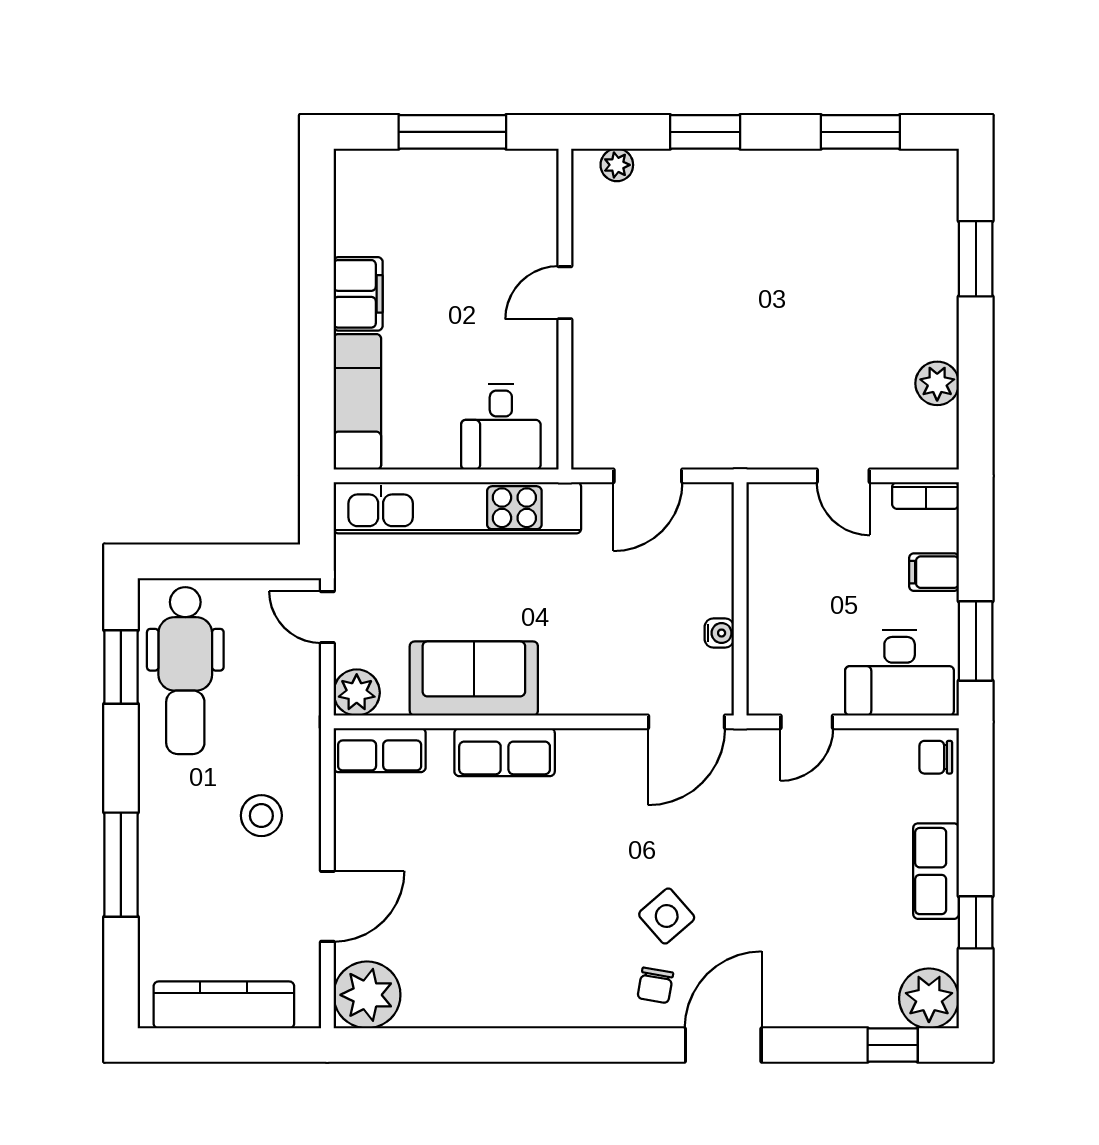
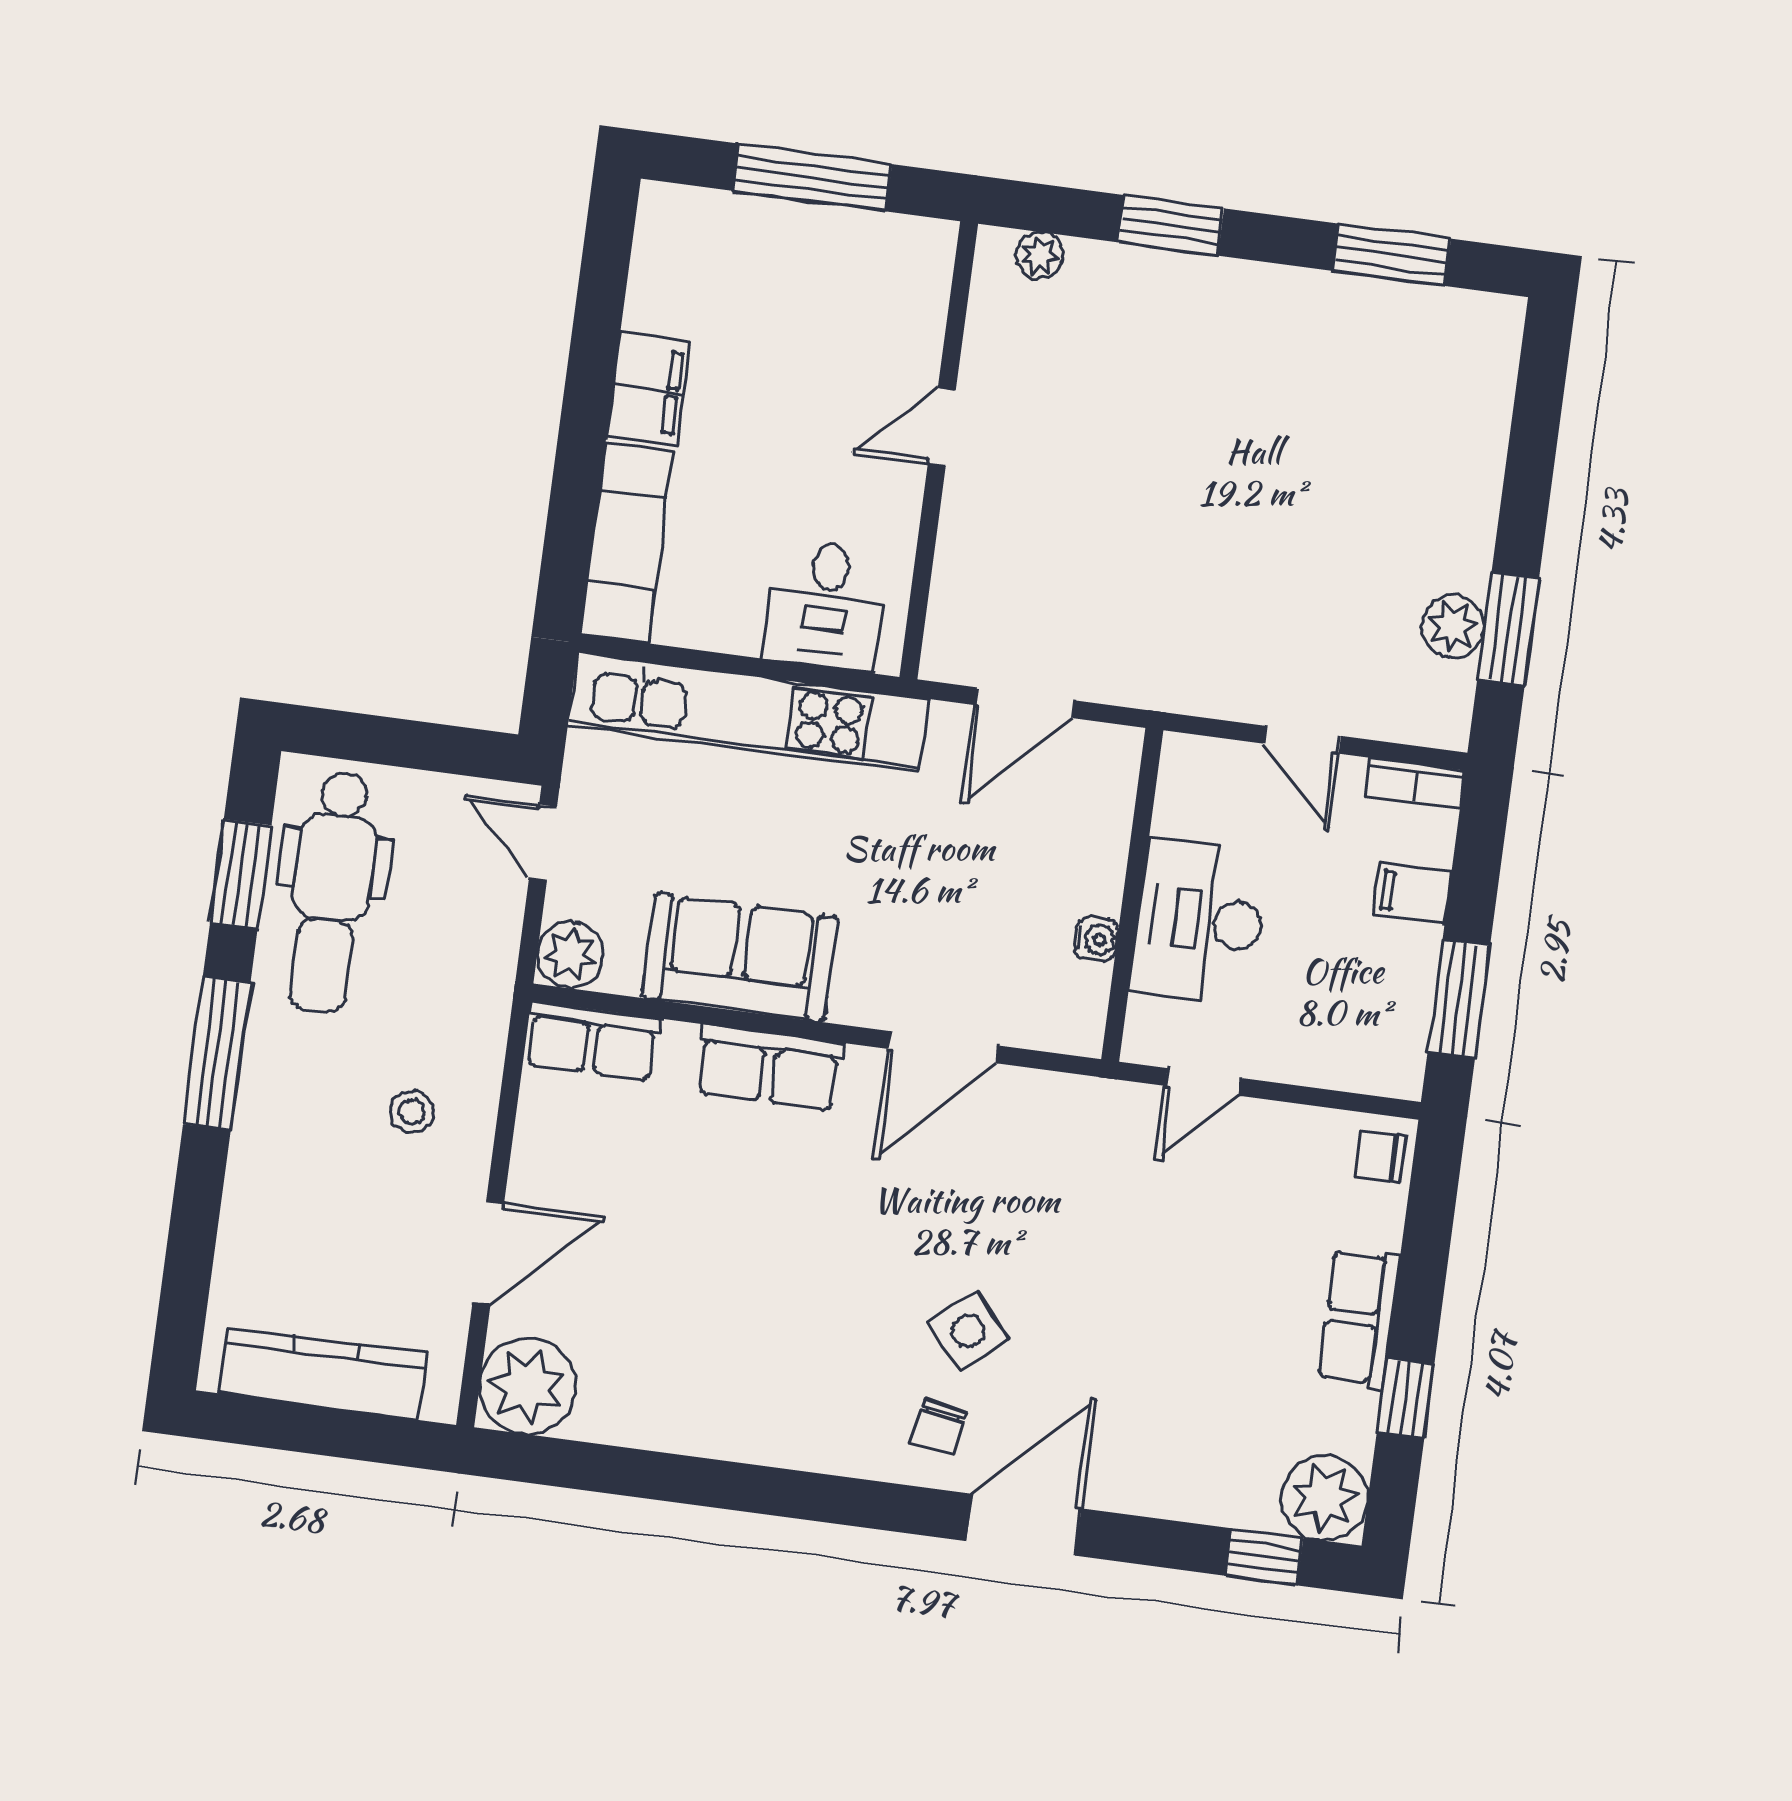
window: (976, 259) -> (1508, 629), moved
desk: (900, 673) -> (1200, 921), moved, turned 90
door: (686, 722) -> (944, 1047), moved
stool: (261, 816) -> (412, 1112), width x0.73, depth x0.73
window: (121, 865) -> (217, 1053), moved

